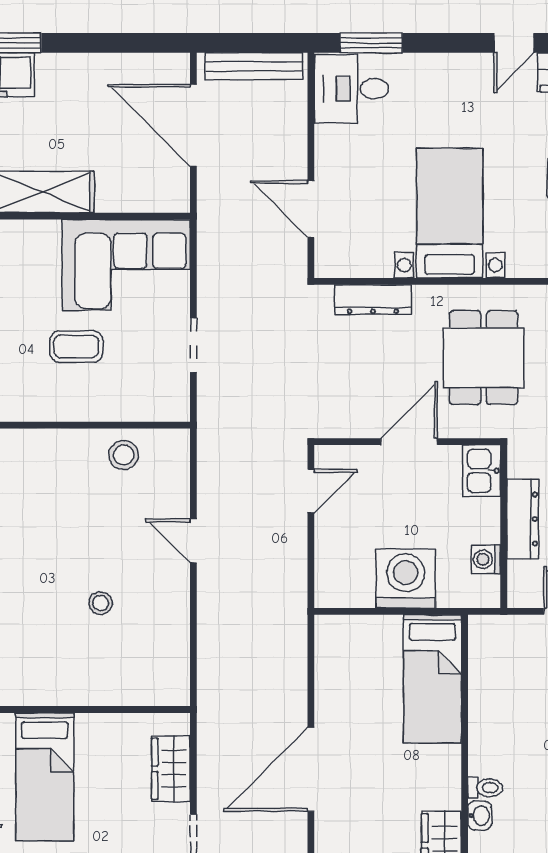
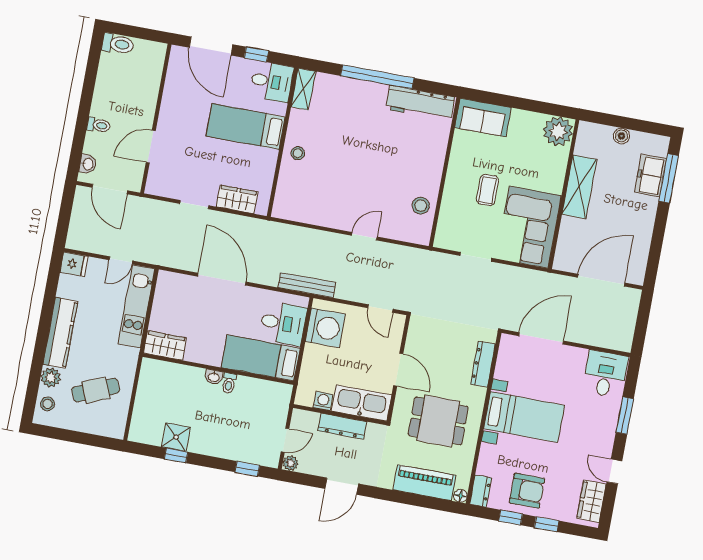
window: (371, 43) -> (625, 416), moved
bench: (254, 66) -> (307, 285), moved, turned 90
door: (311, 209) -> (541, 338), width x1.36
kitchen sink: (482, 471) -> (361, 403), width x1.87, depth x1.24
washing machine: (406, 579) -> (325, 328), moved
stool: (101, 603) -> (298, 153), moved
desk: (367, 652) -> (283, 323), added
toilet: (485, 788) -> (229, 383), moved
washbasin: (480, 816) -> (214, 377), moved

